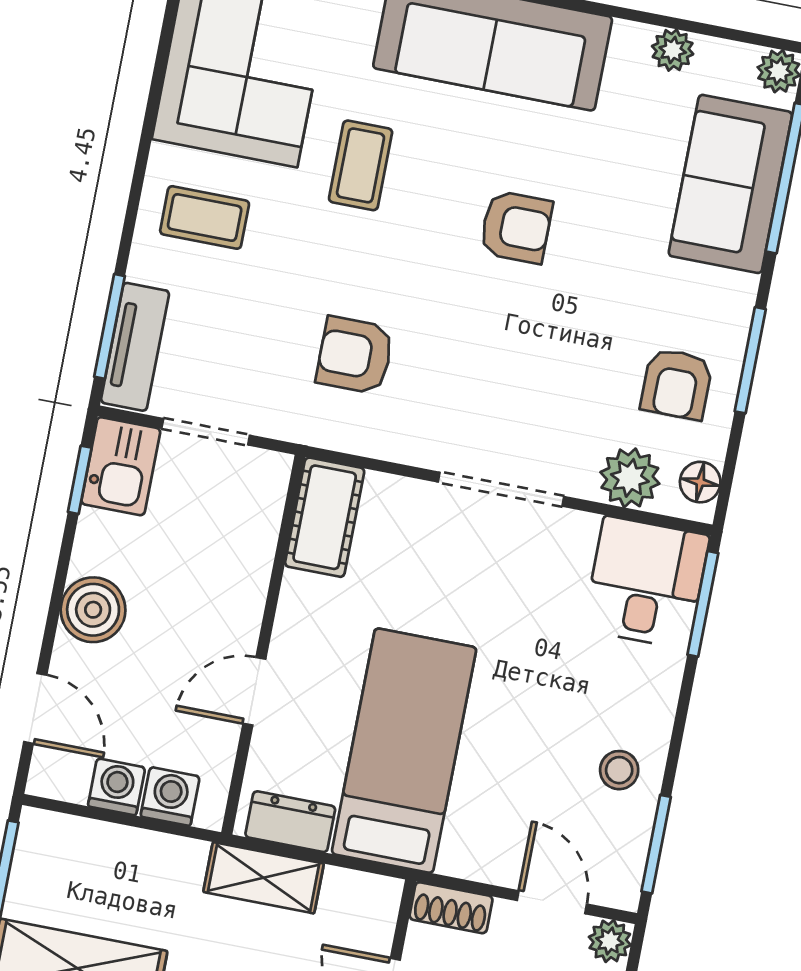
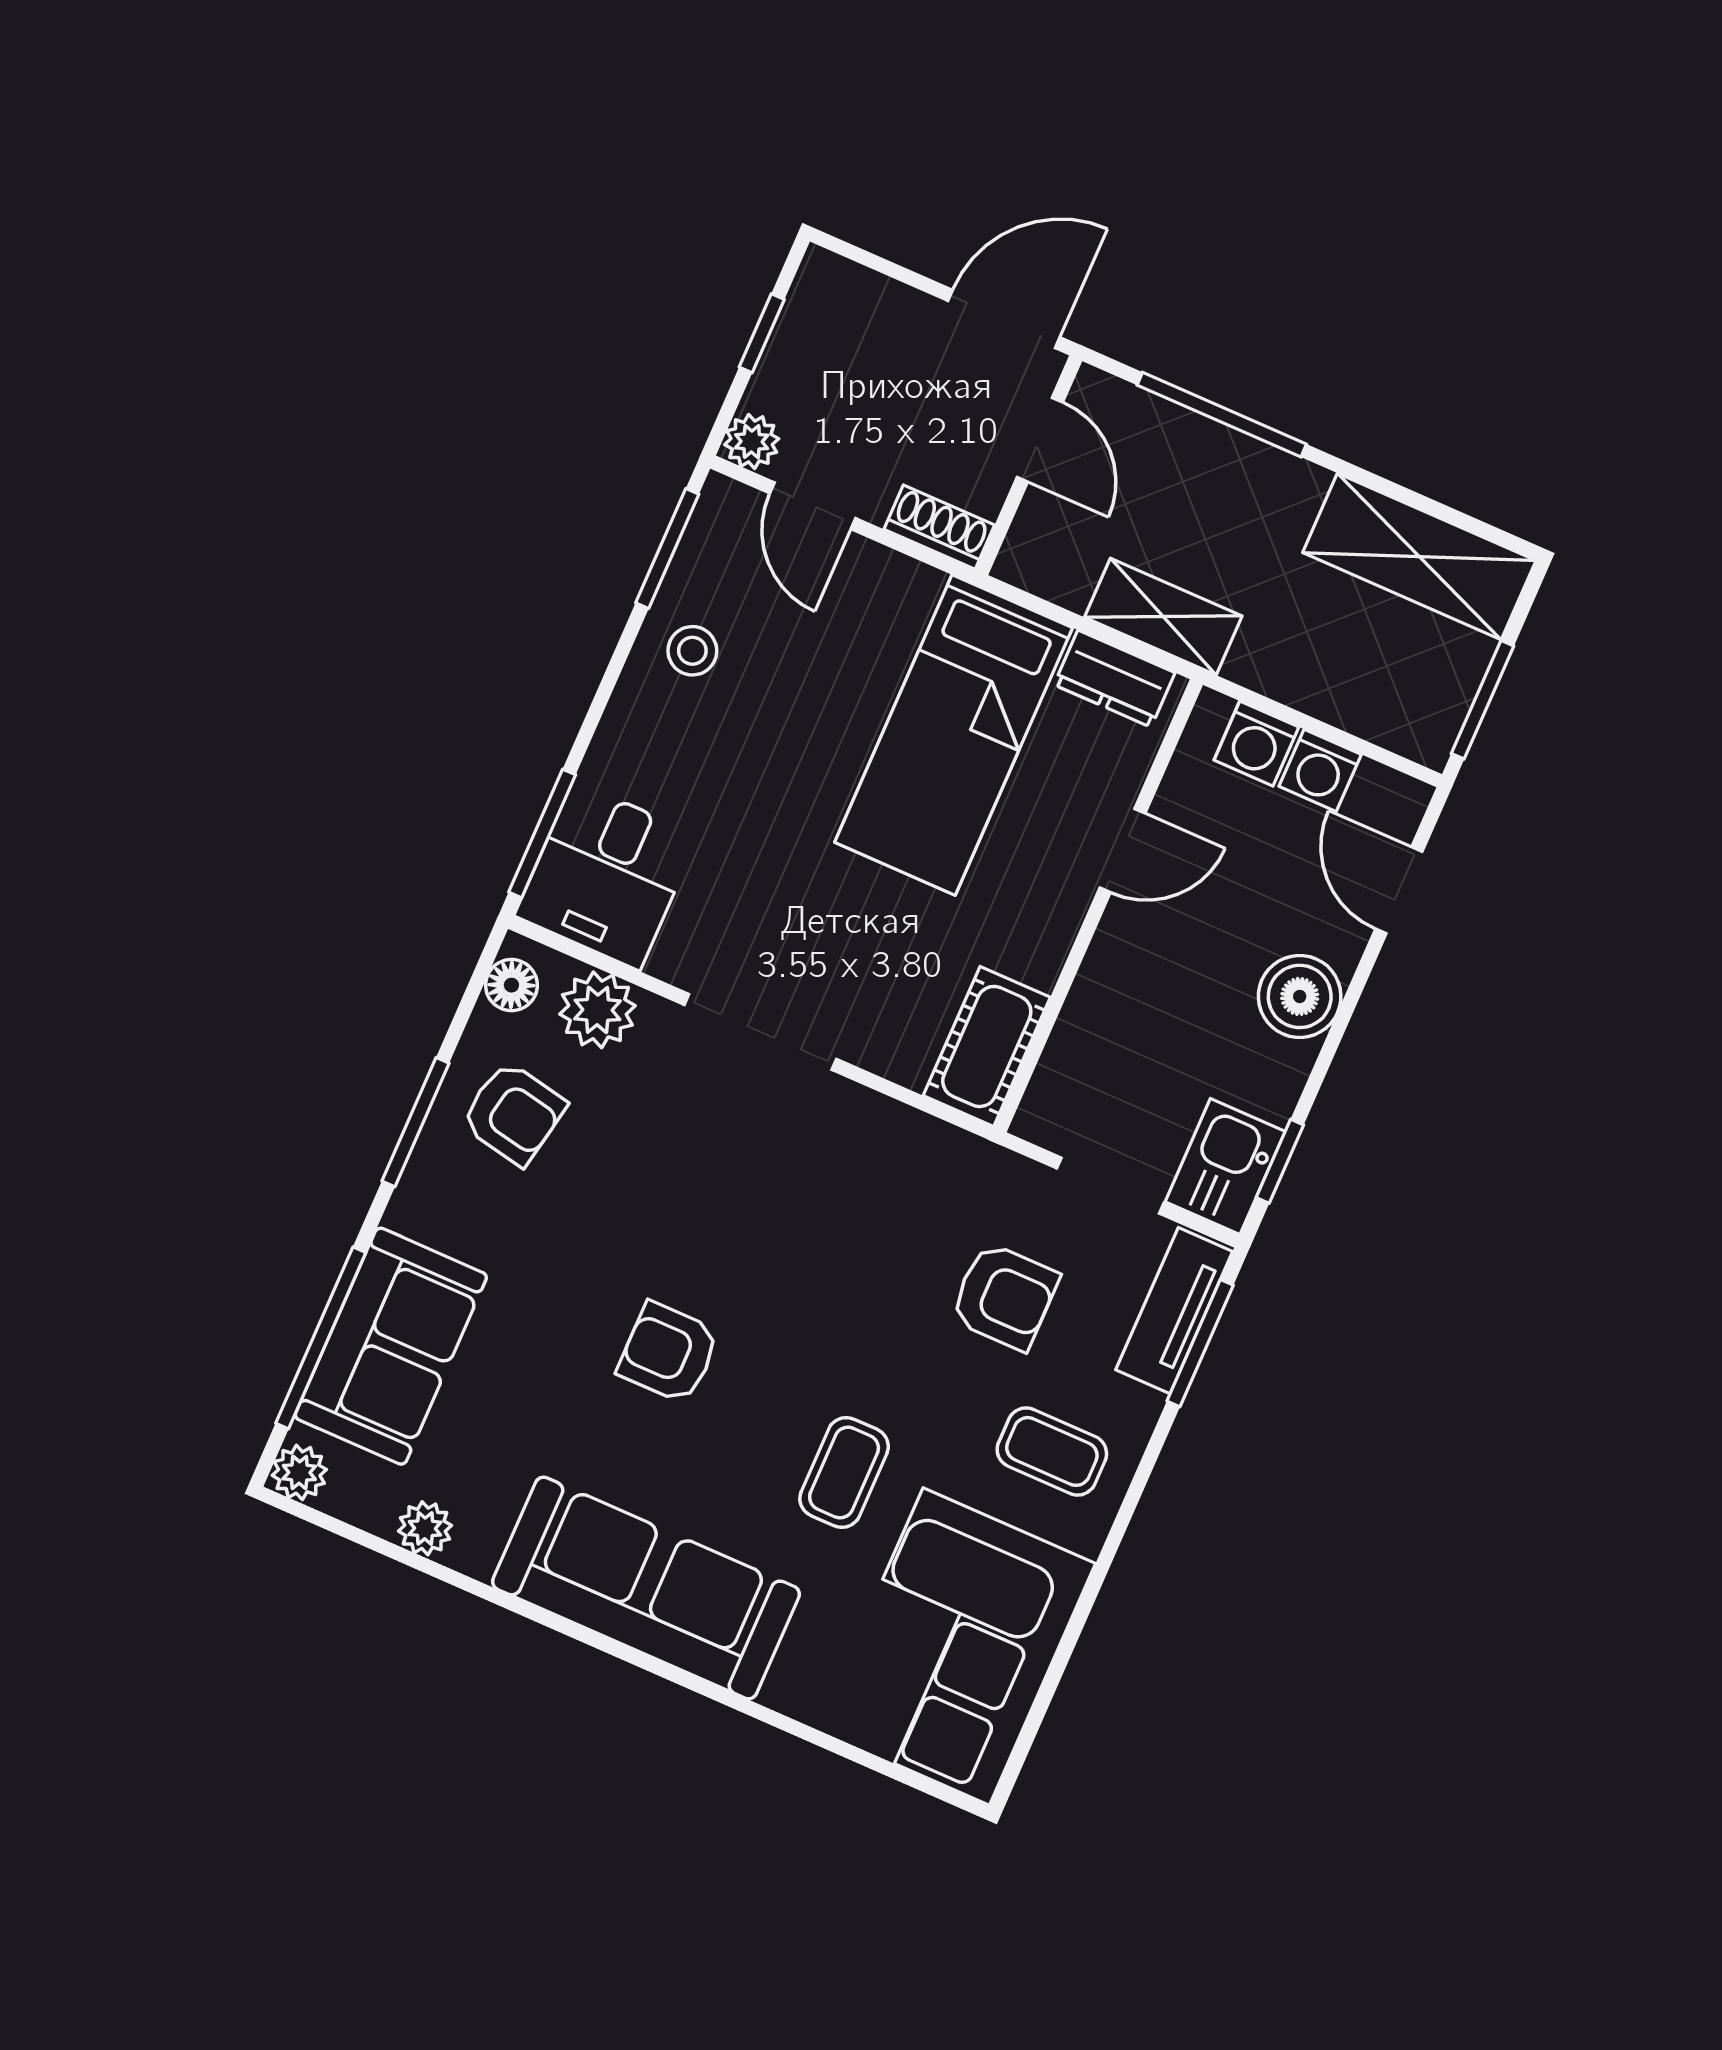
armchair: (355, 355) -> (1004, 1296), moved
armchair: (677, 384) -> (513, 1113), turned 101

